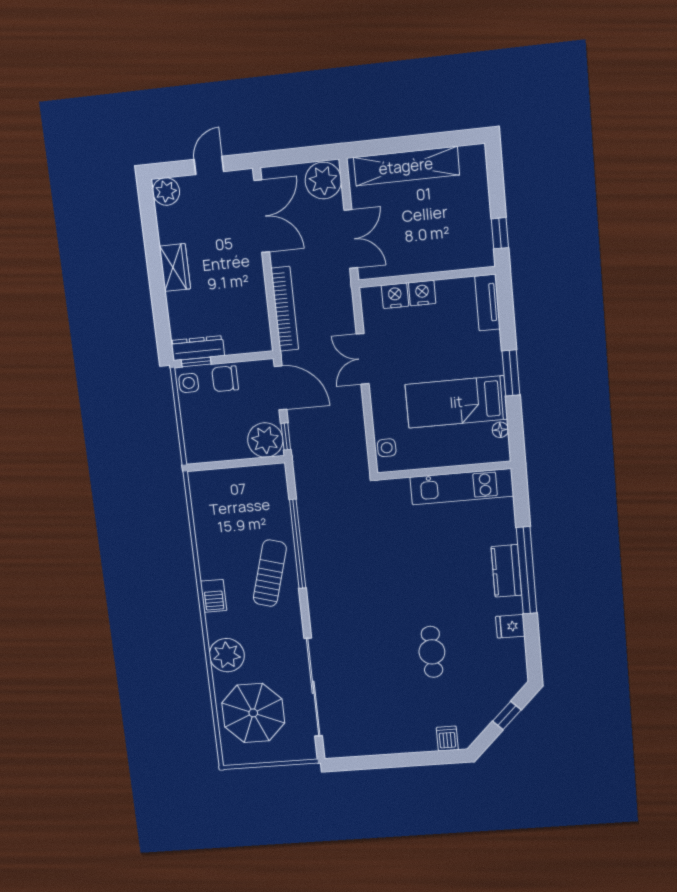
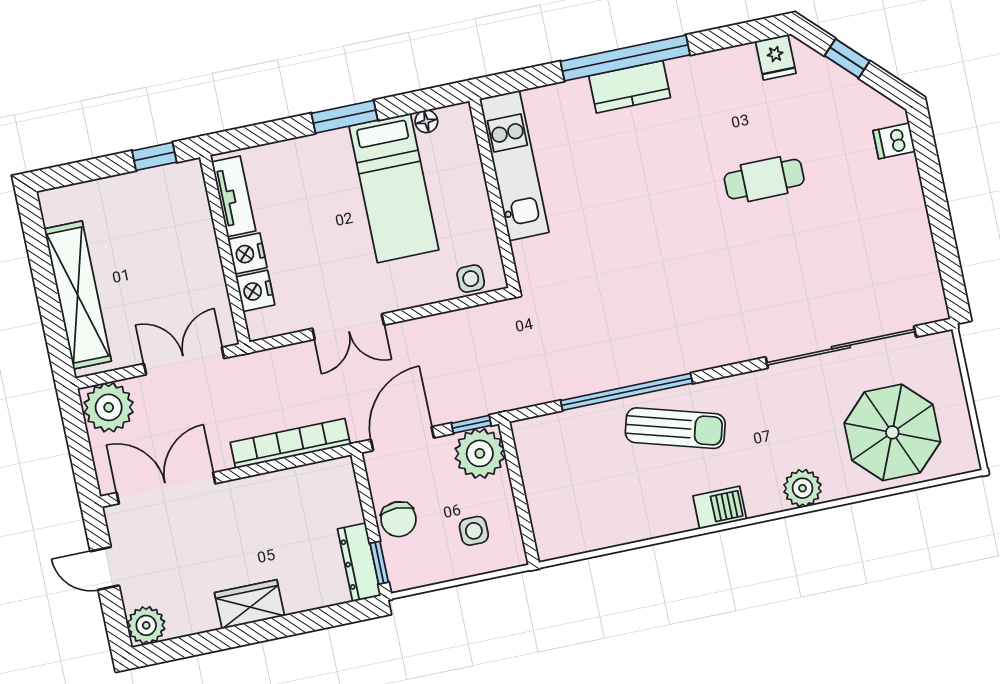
tv unit: (487, 303) -> (234, 196), moved, turned -90
side table: (189, 383) -> (474, 531), moved
sun lounger: (270, 573) -> (675, 428), turned 180
fridge: (510, 626) -> (776, 57), moved
plant: (227, 655) -> (802, 488), width x0.73, depth x0.73

